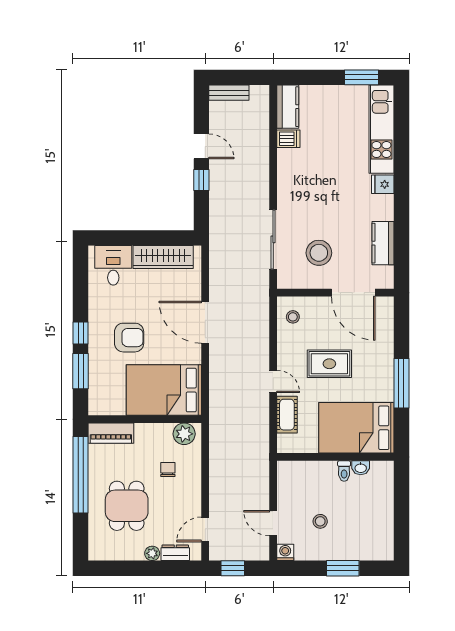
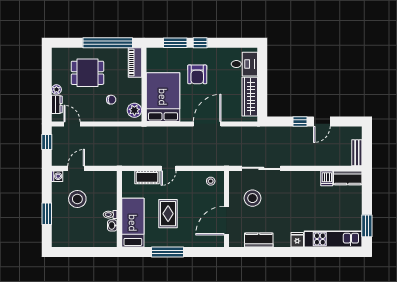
bench: (229, 93) -> (357, 153), moved
rug: (329, 364) -> (168, 214), moved
bed: (356, 428) -> (133, 223), width x0.67
stool: (320, 521) -> (77, 199), width x1.89, depth x1.89

